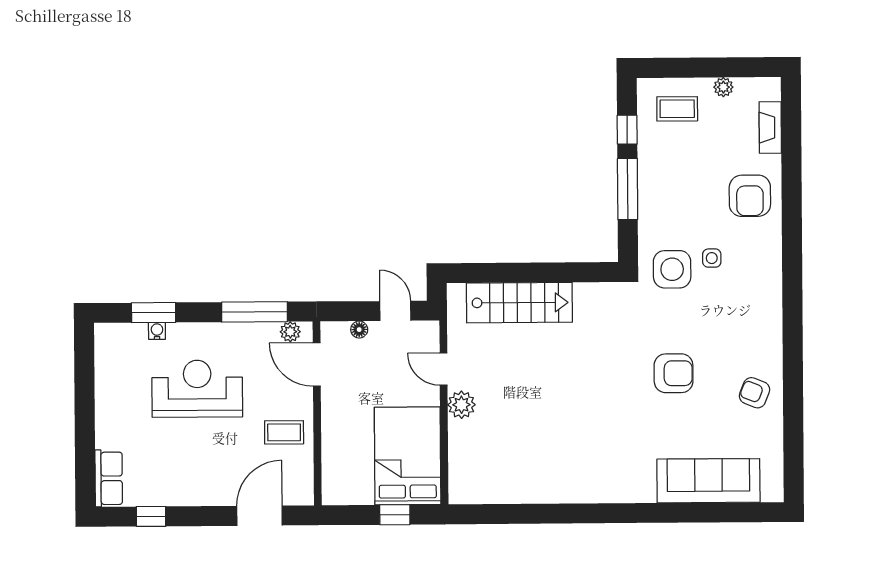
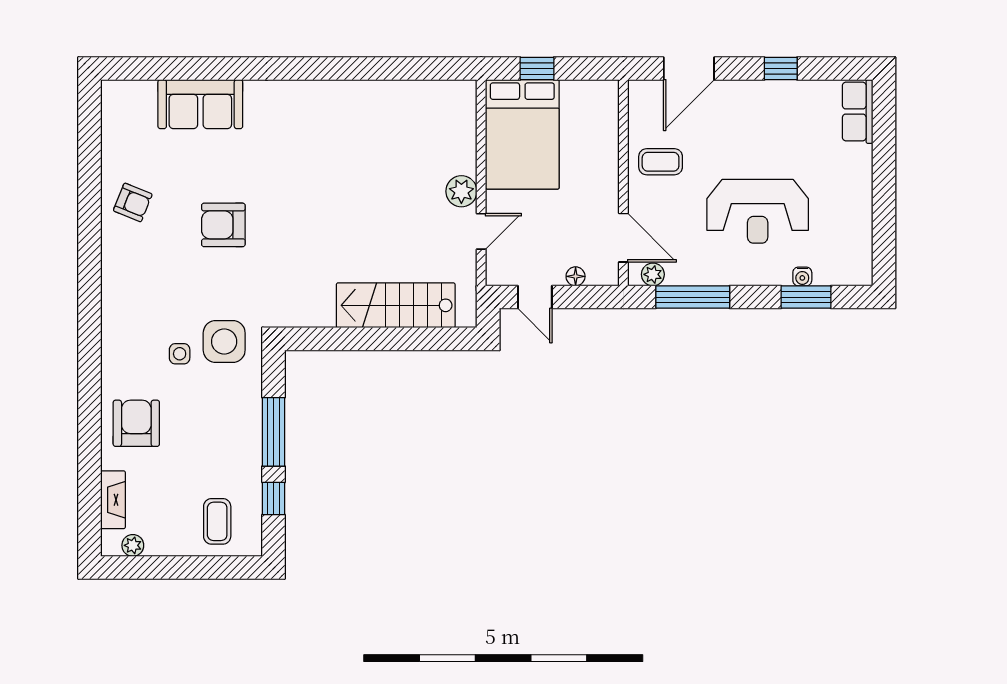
plant: (723, 87) -> (133, 545), moved
coffee table: (677, 109) -> (217, 521), turned 90
door: (444, 369) -> (481, 231), hinge flipped
sofa: (708, 481) -> (200, 104), width x0.73
window: (151, 516) -> (781, 68), moved

